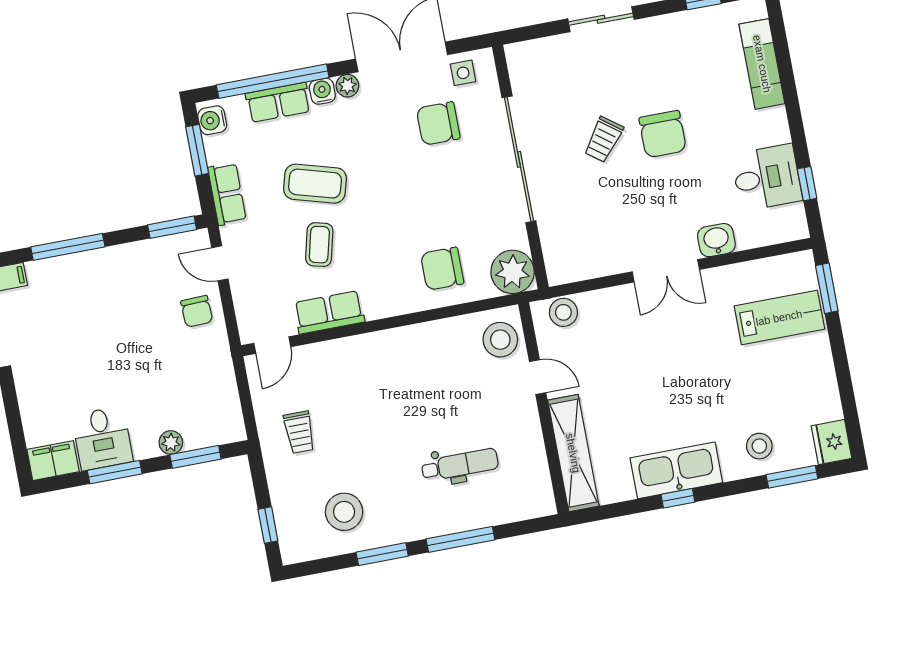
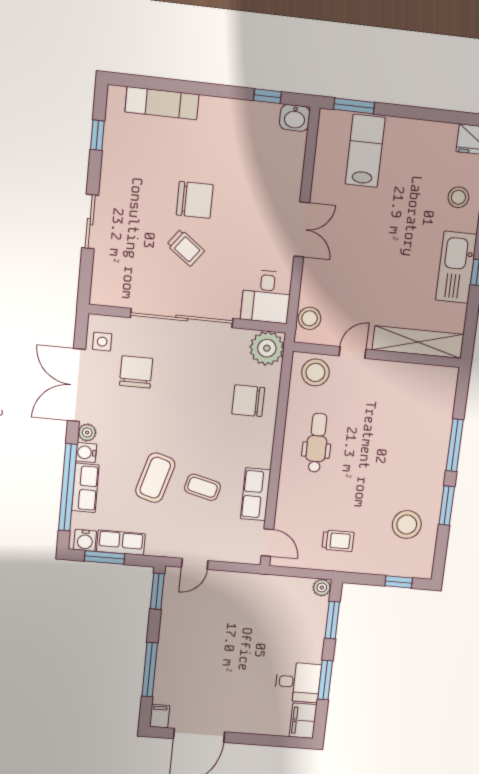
chair: (438, 123) -> (136, 372), turned 180
desk: (767, 178) -> (266, 296), moved, turned 180
row of seats: (227, 194) -> (121, 543), moved
washbasin: (716, 240) -> (295, 118), moved, turned -90
chair: (442, 269) -> (248, 401), turned 90
chair: (197, 311) -> (225, 590), removed
plant: (171, 442) -> (322, 587), moved
dental chair: (460, 465) -> (317, 443), moved

